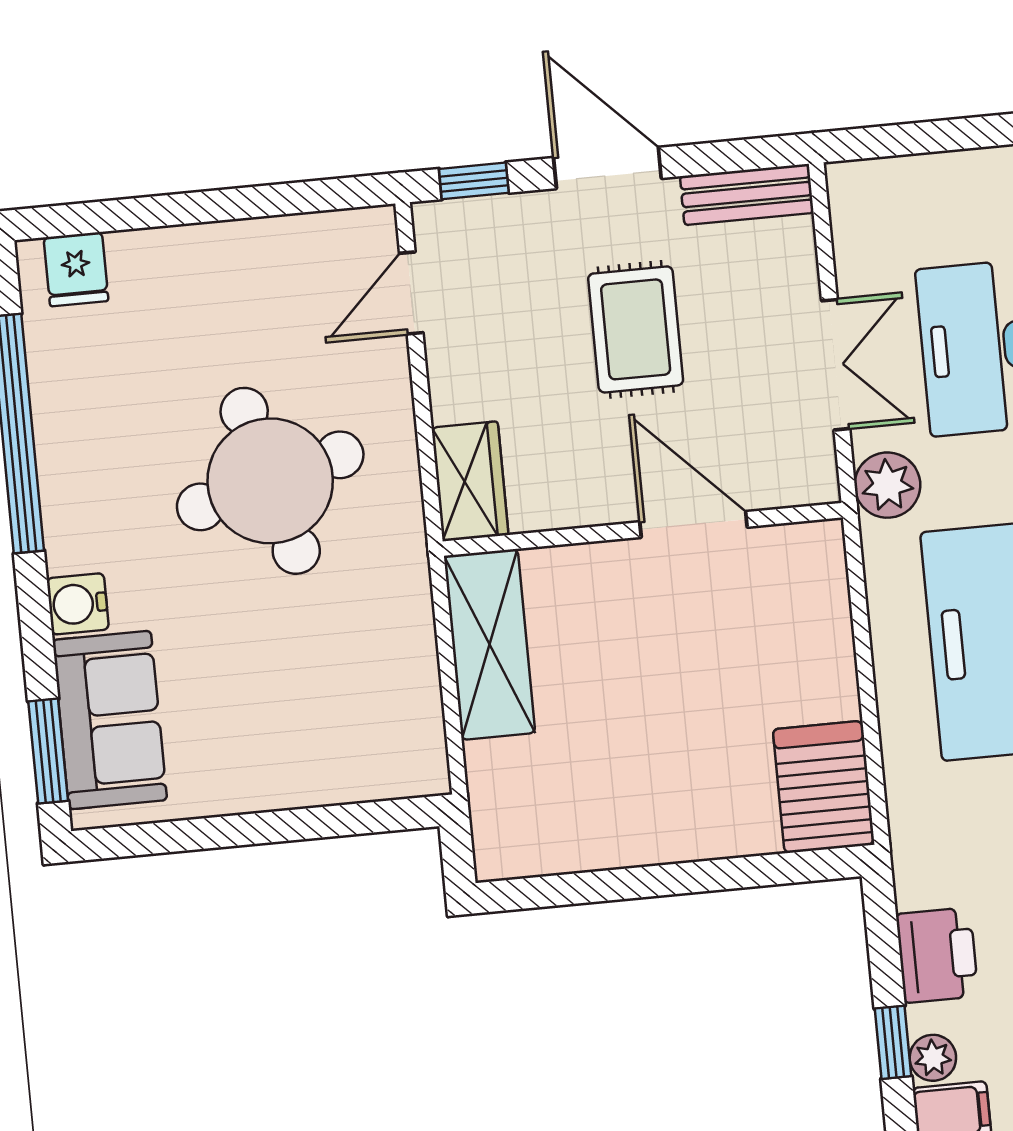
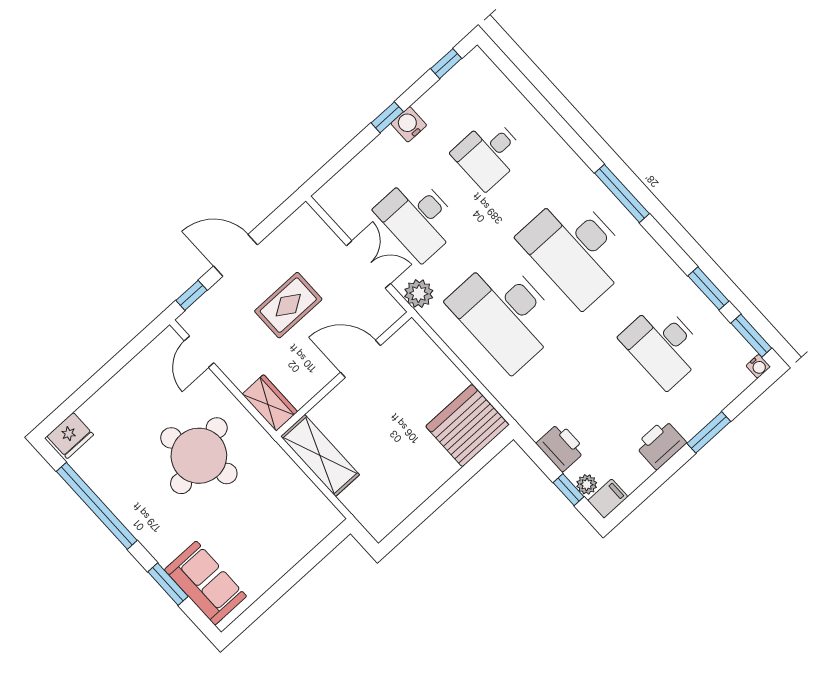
bench: (747, 195) -> (292, 228), removed
fridge: (76, 269) -> (70, 436), width x1.38
rug: (636, 329) -> (288, 305), turned 90
water cooler: (78, 604) -> (163, 550), removed
window: (48, 751) -> (168, 584), moved
server rack: (823, 787) -> (467, 426), width x1.60

